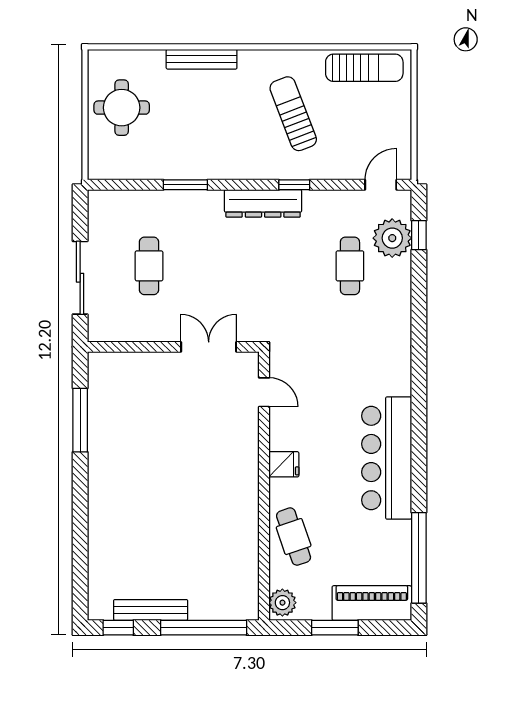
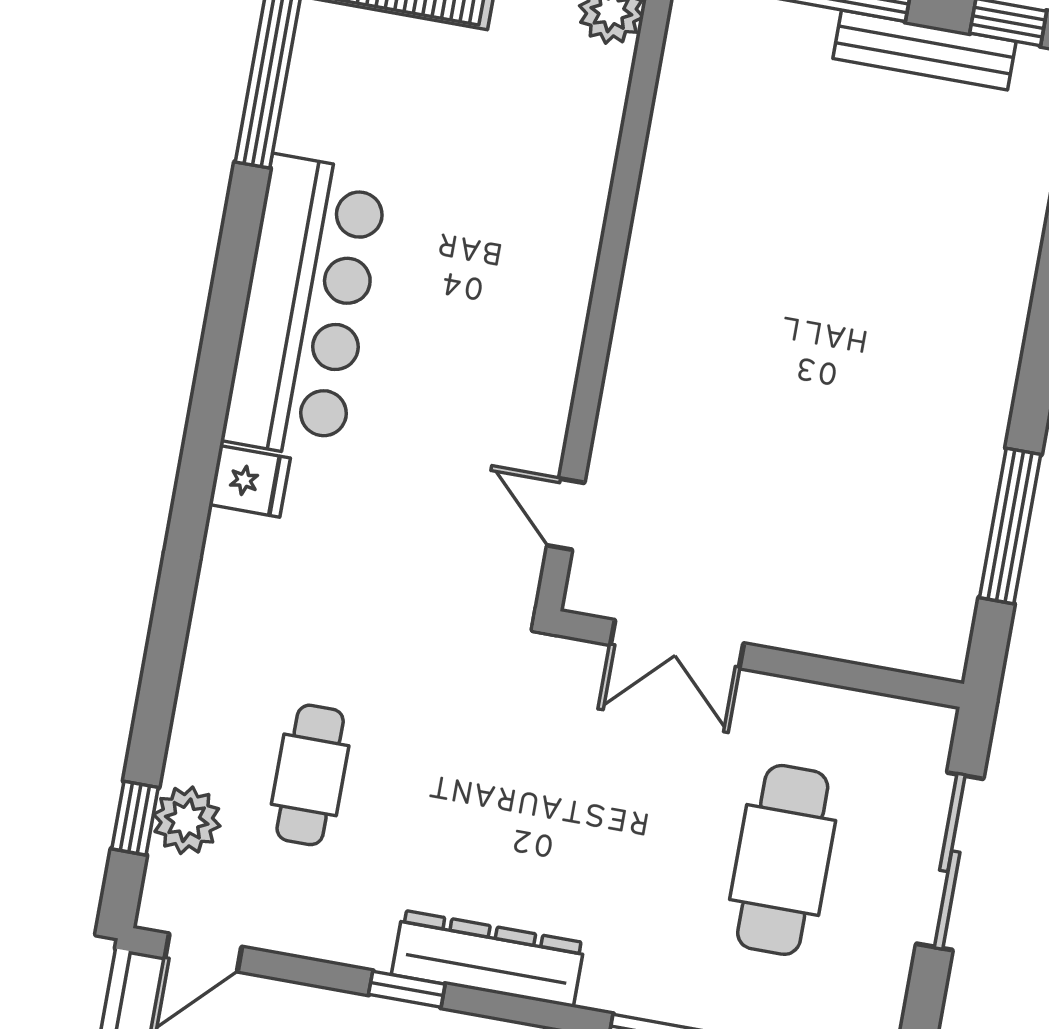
plant: (392, 238) -> (187, 820), width x0.73, depth x0.73
cafe table: (149, 266) -> (783, 860), width x1.37, depth x1.35
fridge: (284, 464) -> (250, 481), moved, turned 180
cafe table: (294, 537) -> (557, 162), removed

